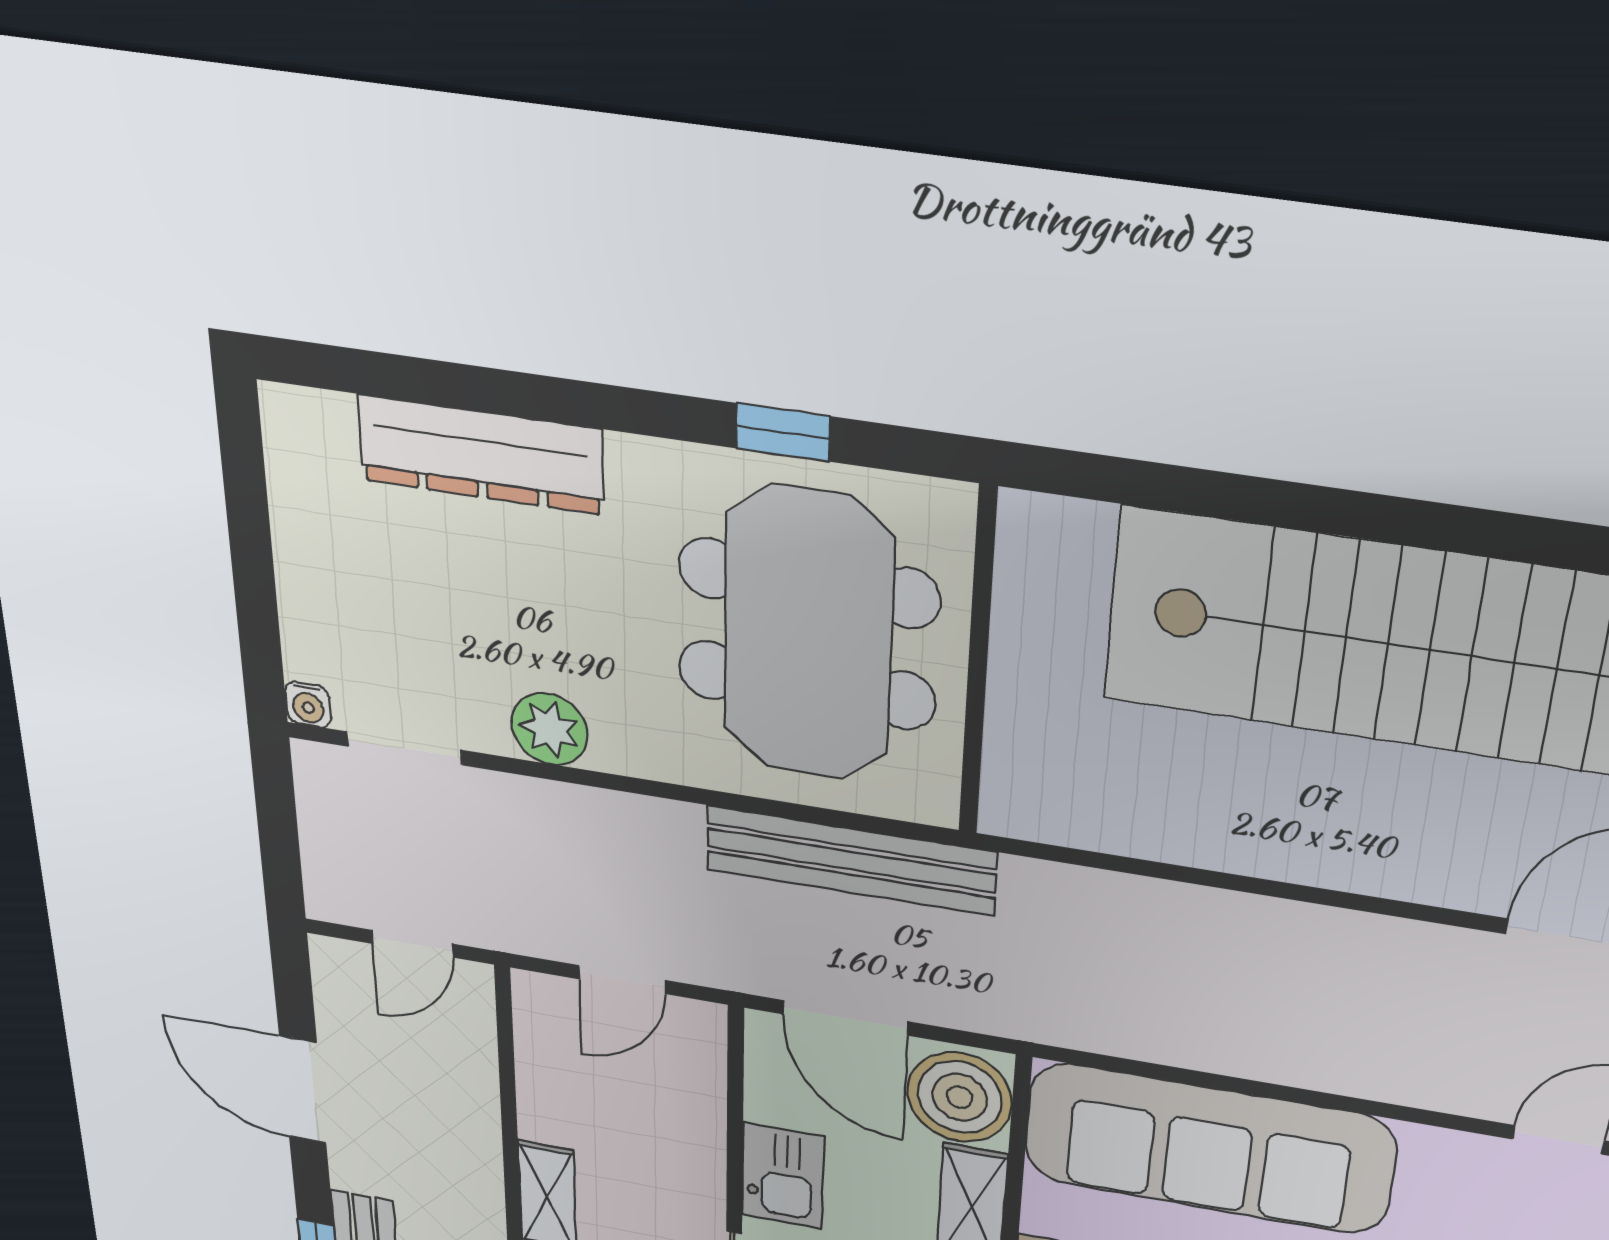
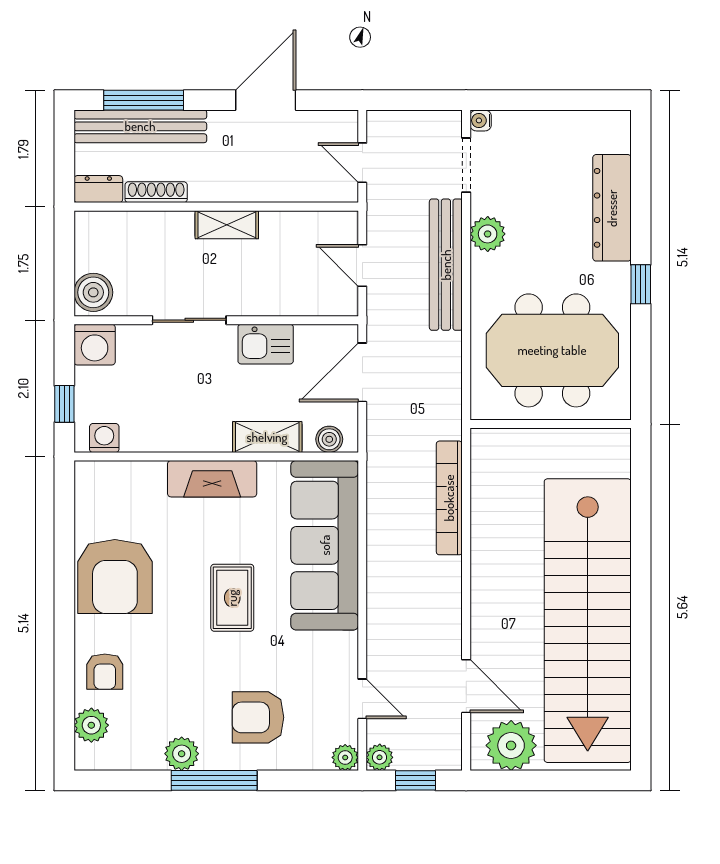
window: (783, 432) -> (641, 284), moved
bench: (851, 861) -> (446, 265), moved
bookcase: (1130, 899) -> (449, 498), added
boiler: (960, 1097) -> (329, 439), width x0.54, depth x0.54

